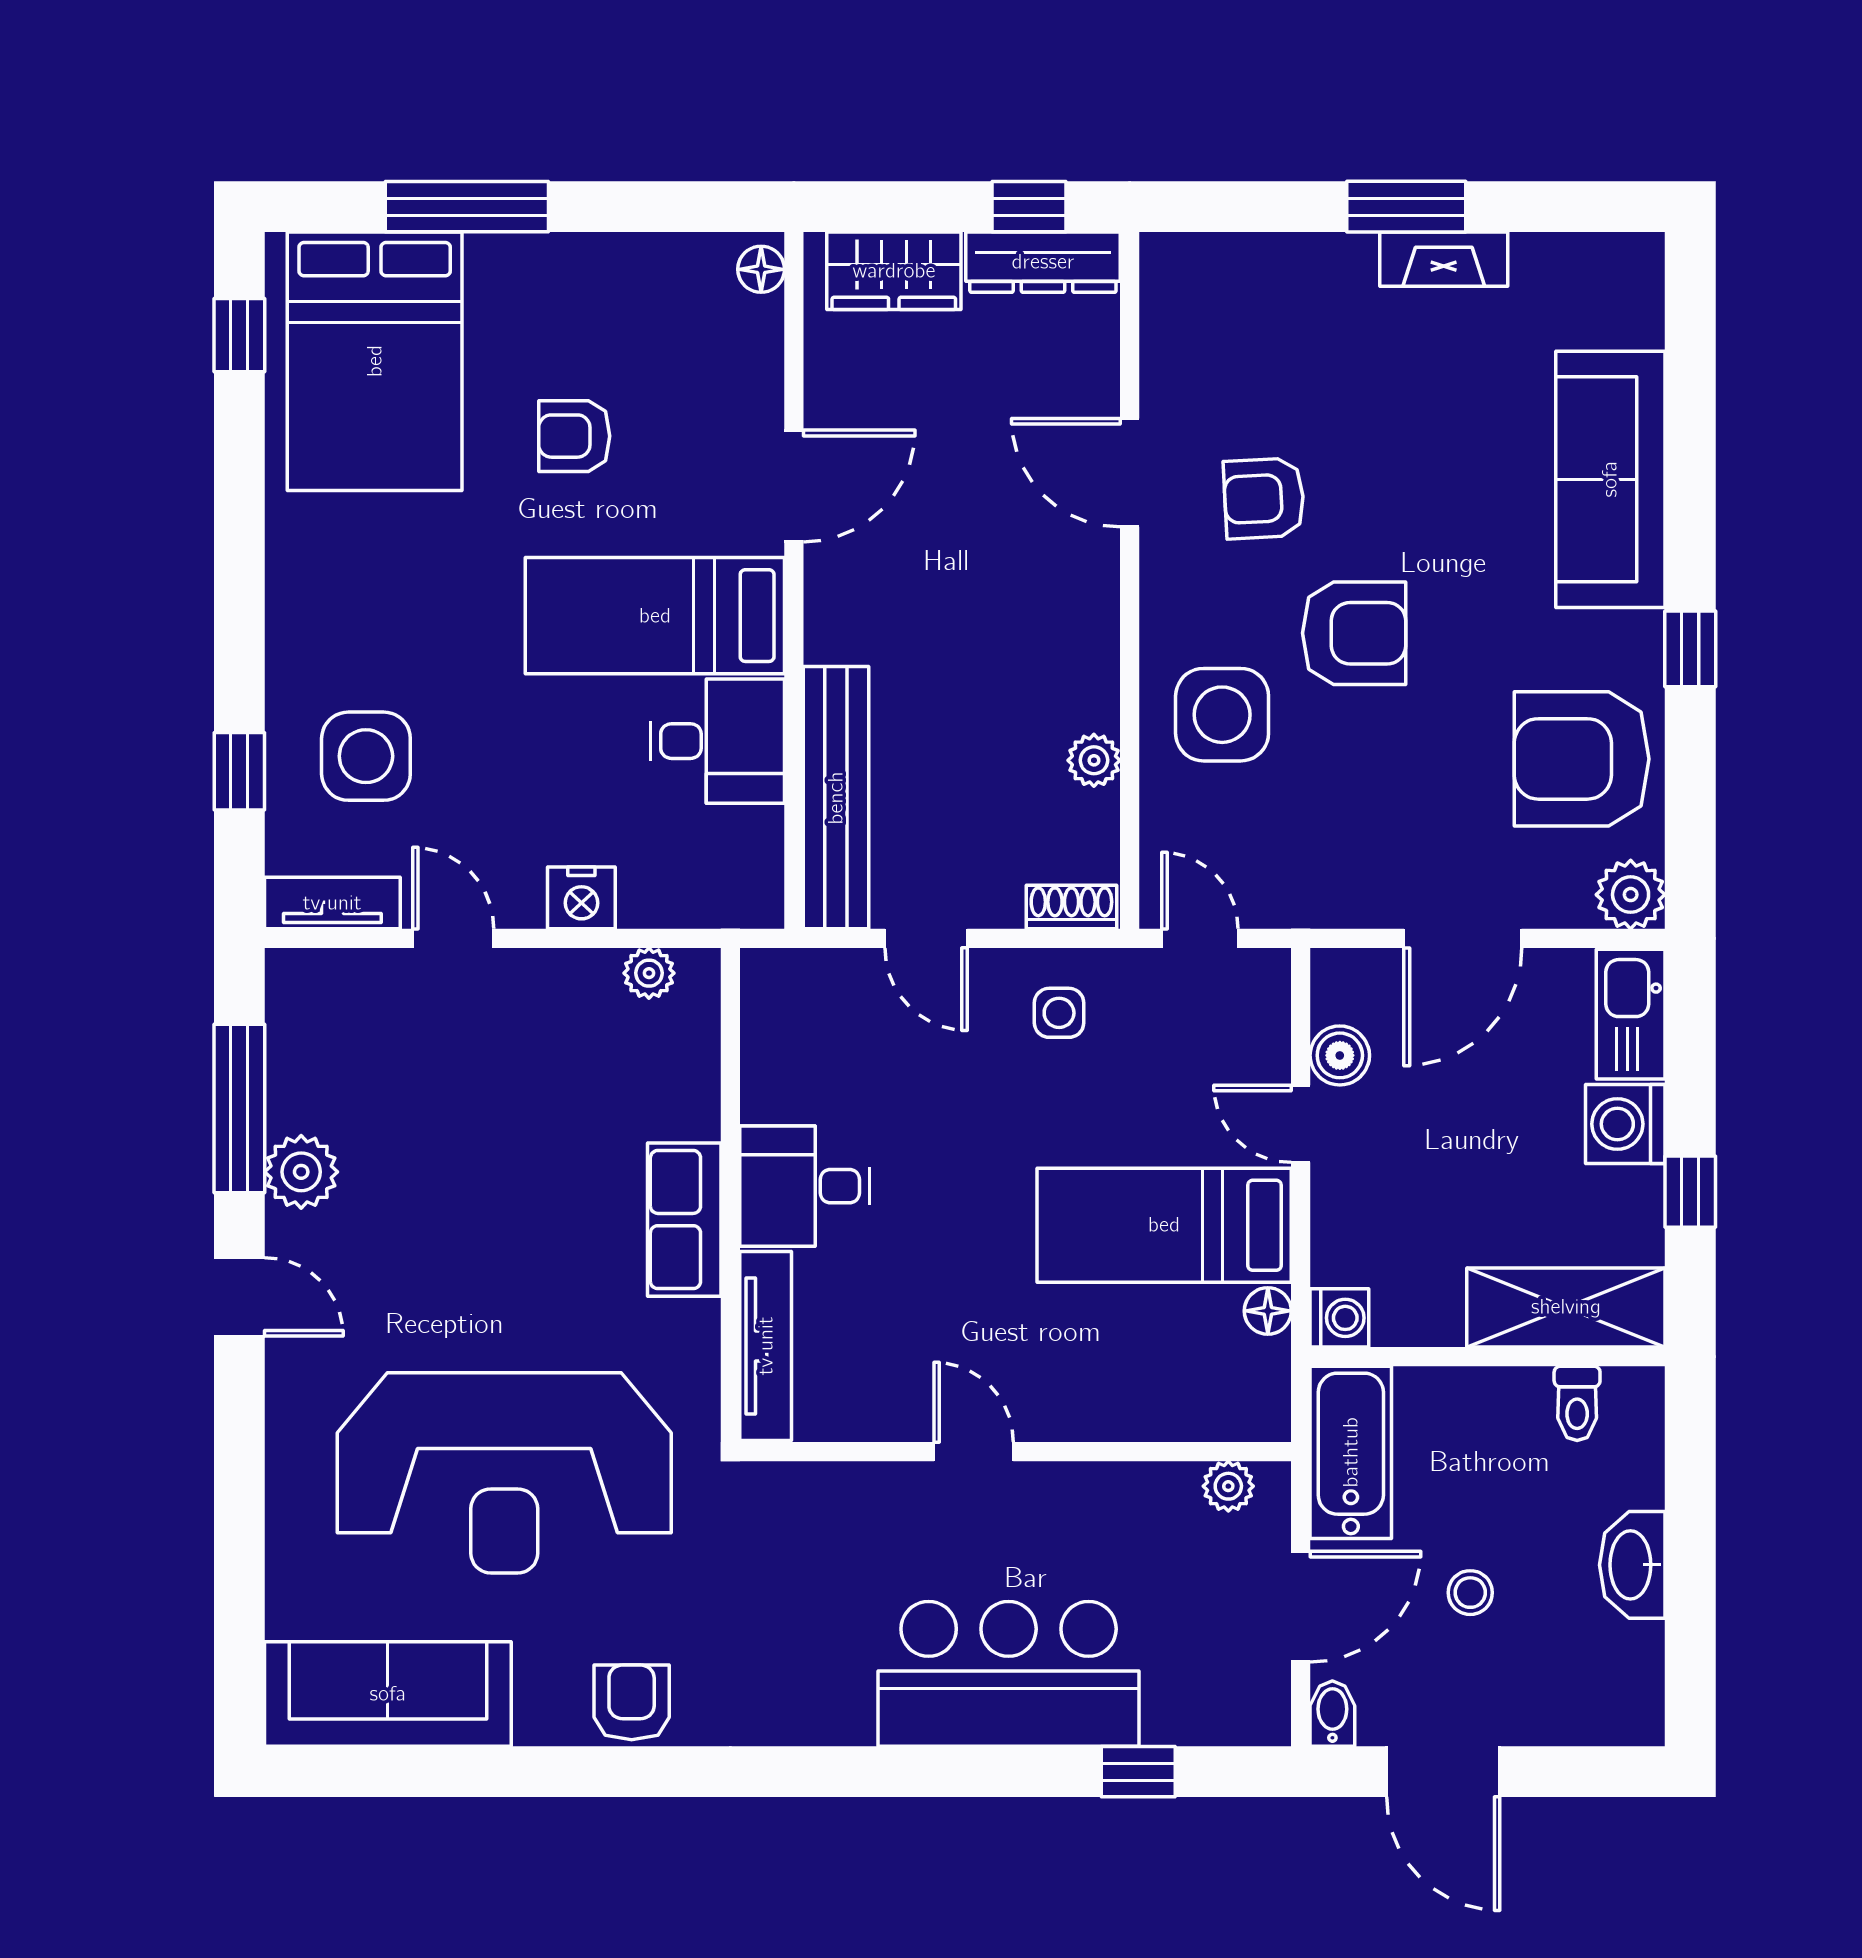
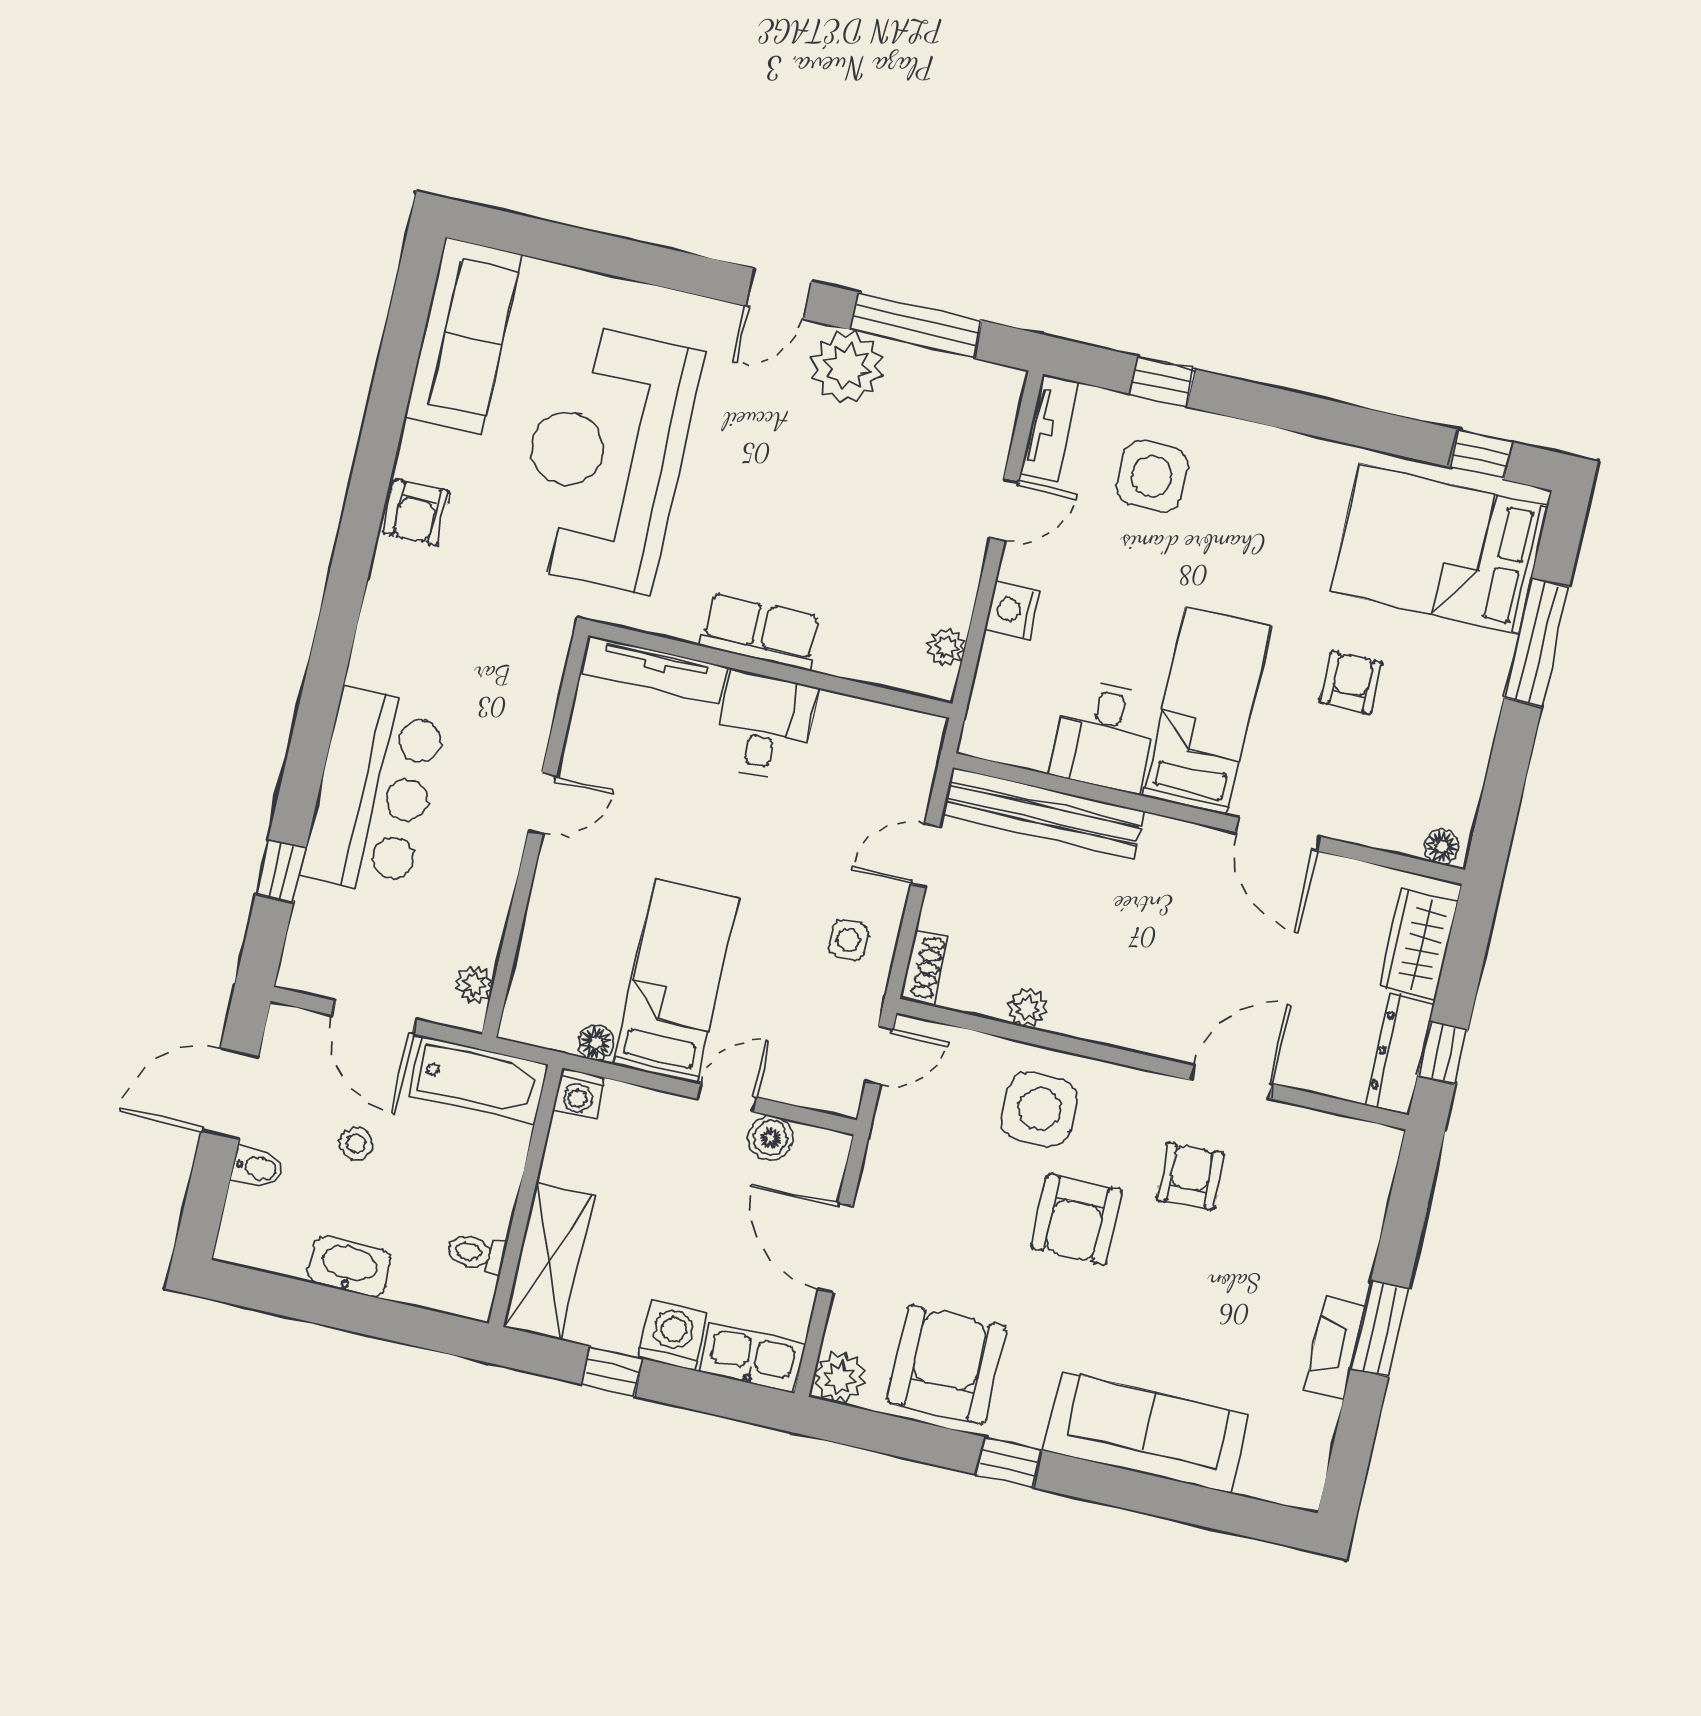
plant: (301, 1172) -> (847, 367), width x1.36, depth x1.36
armchair: (632, 1702) -> (416, 512), turned 90
bidet: (1332, 1714) -> (257, 1168), moved

